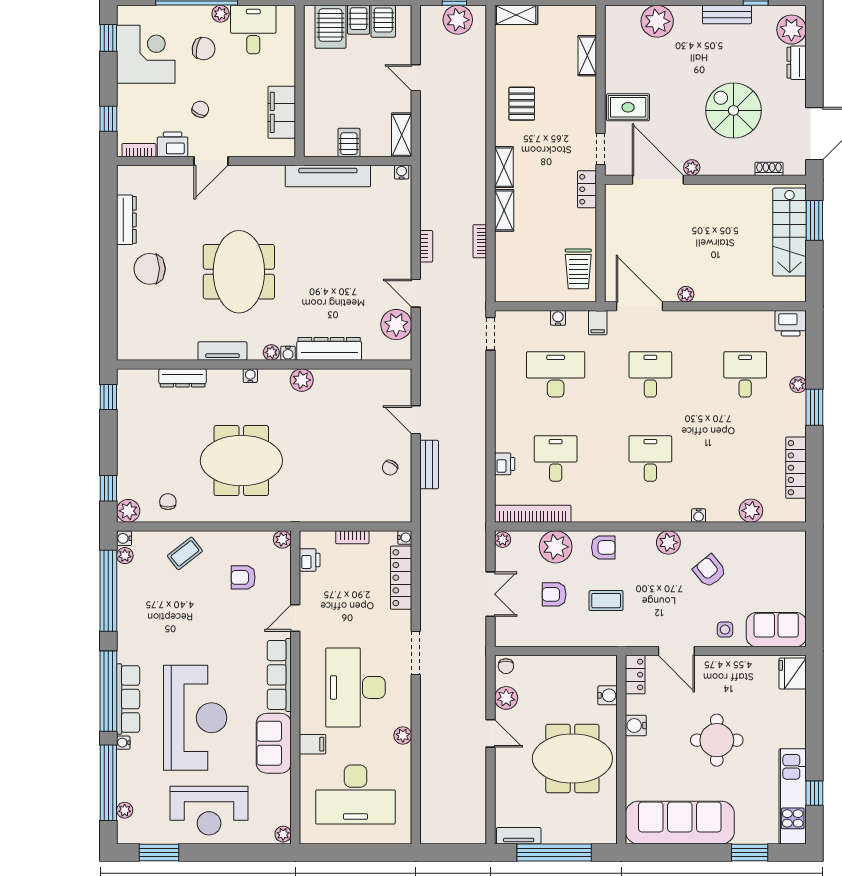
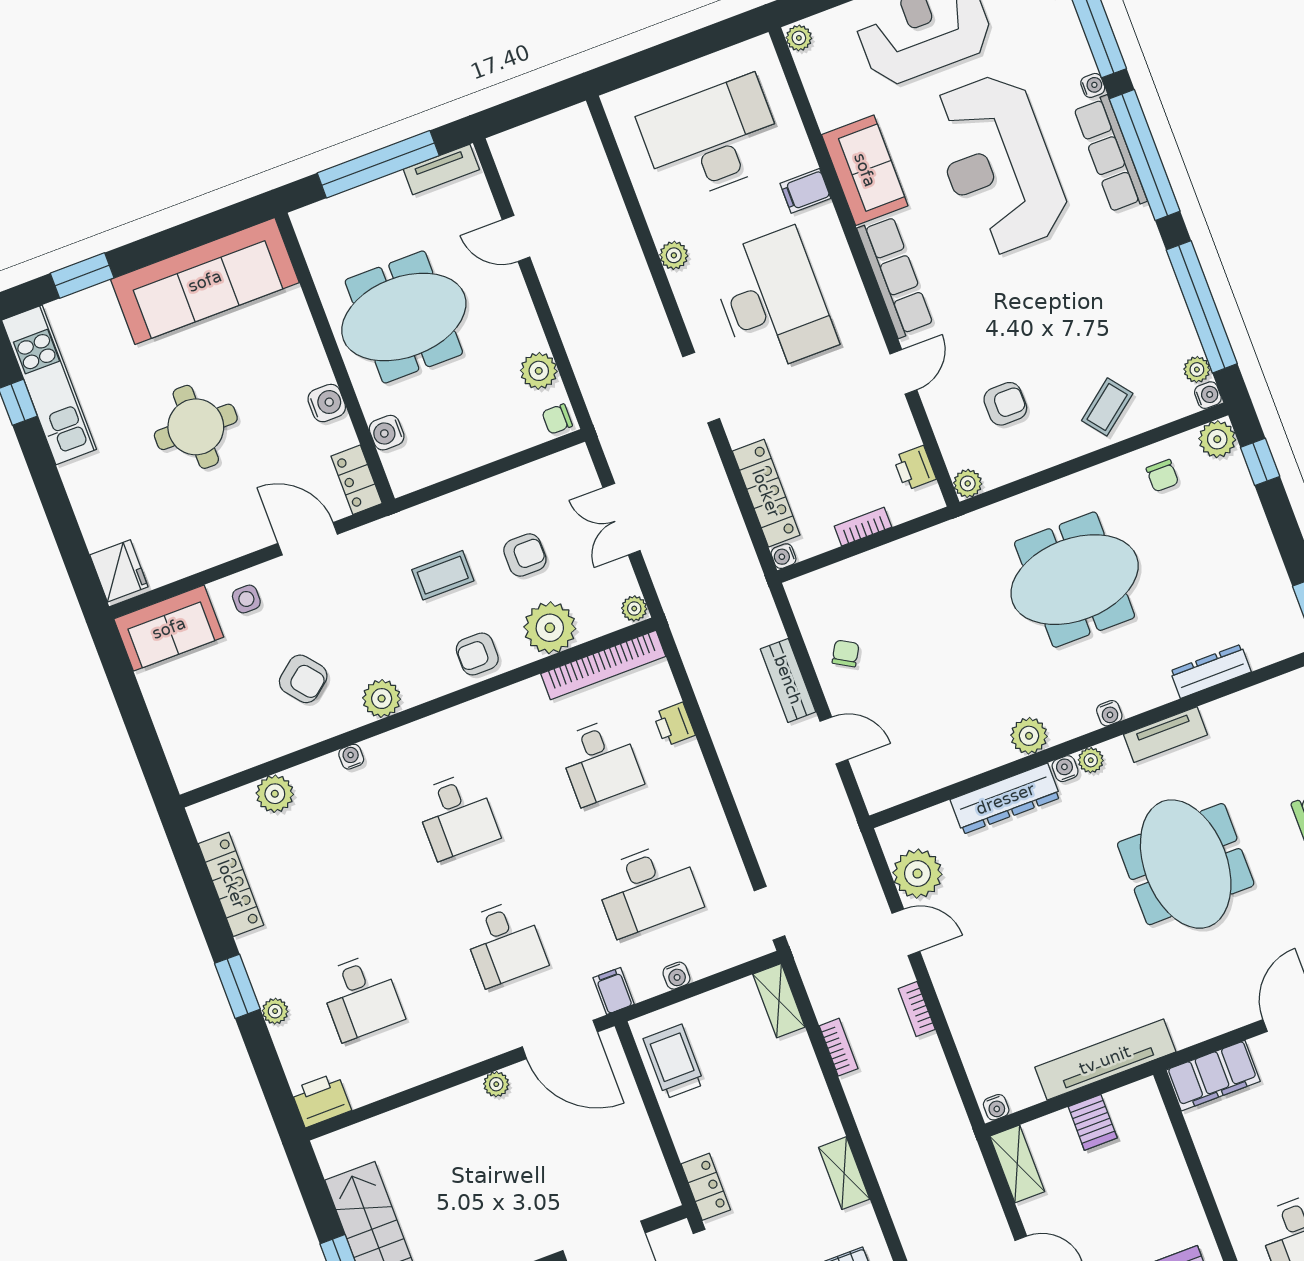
filing cabinet: (282, 112) -> (1213, 1076), moved, turned 90
shelving: (504, 210) -> (779, 1001), moved
chair: (506, 666) -> (557, 419), turned -90
door: (490, 733) -> (516, 238), moved

